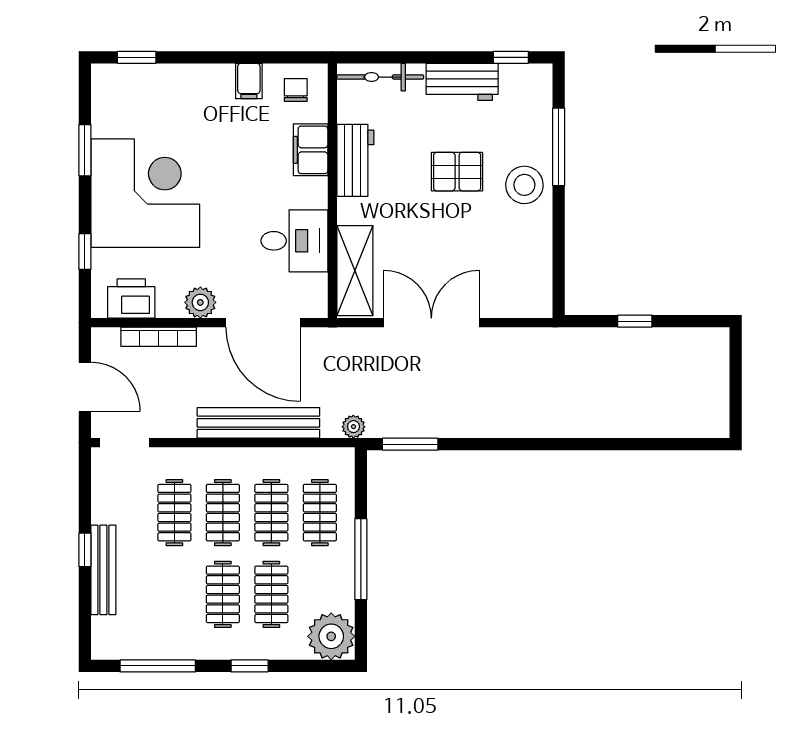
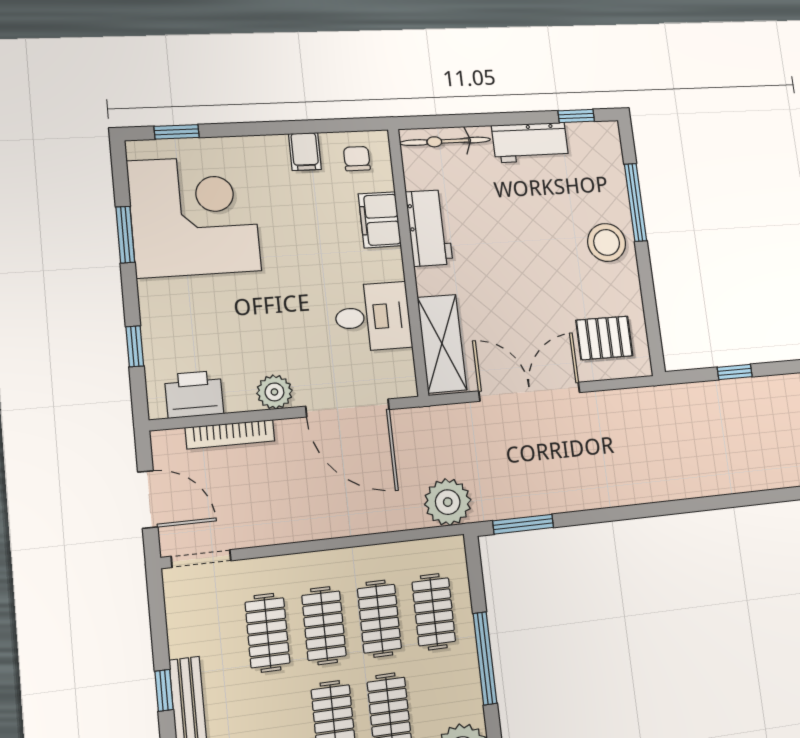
pallet: (457, 172) -> (604, 338), moved
corner desk: (145, 193) -> (194, 216), moved
bench: (258, 423) -> (354, 519), removed
plant: (353, 427) -> (448, 502), width x1.88, depth x1.88

